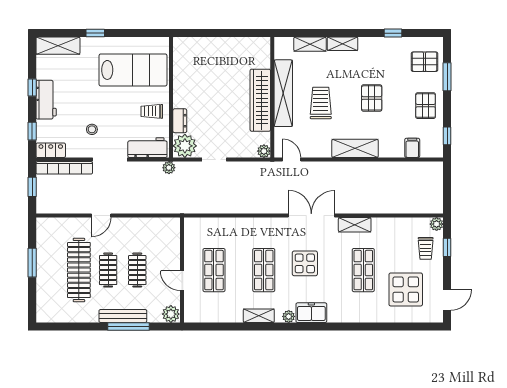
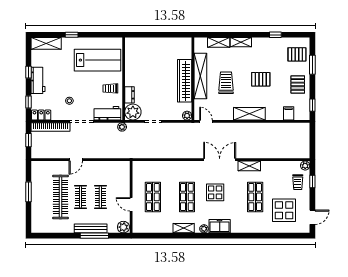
pallet: (372, 98) -> (261, 79), turned 90

